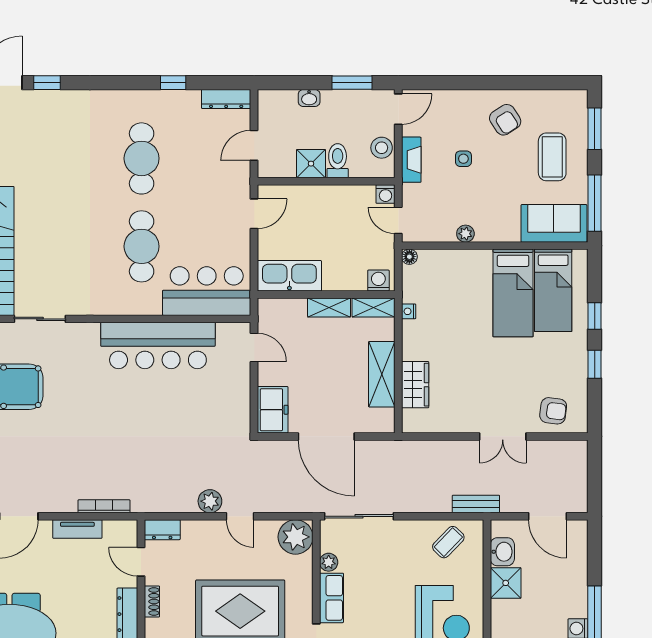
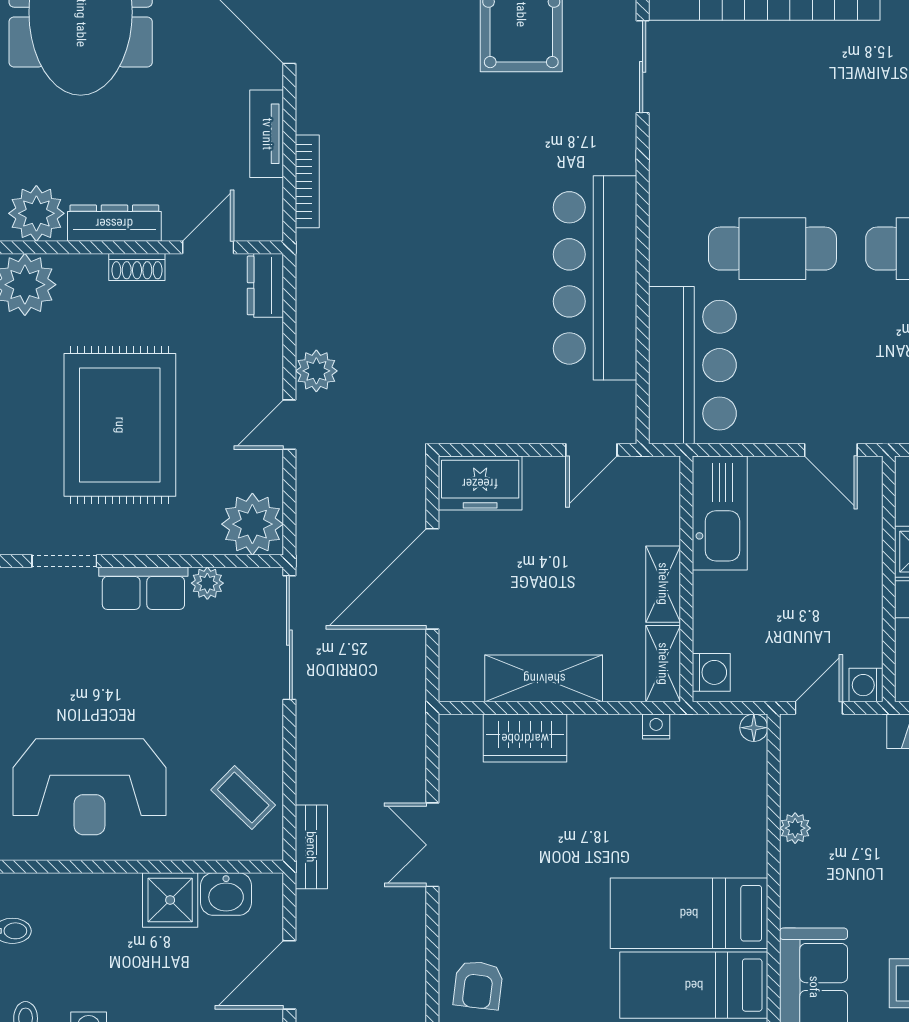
double door: (503, 436) -> (432, 845), moved

